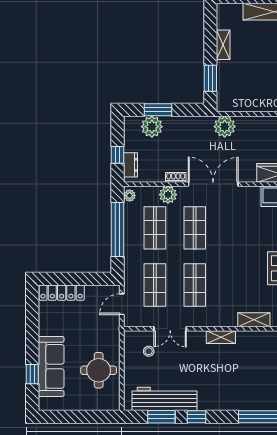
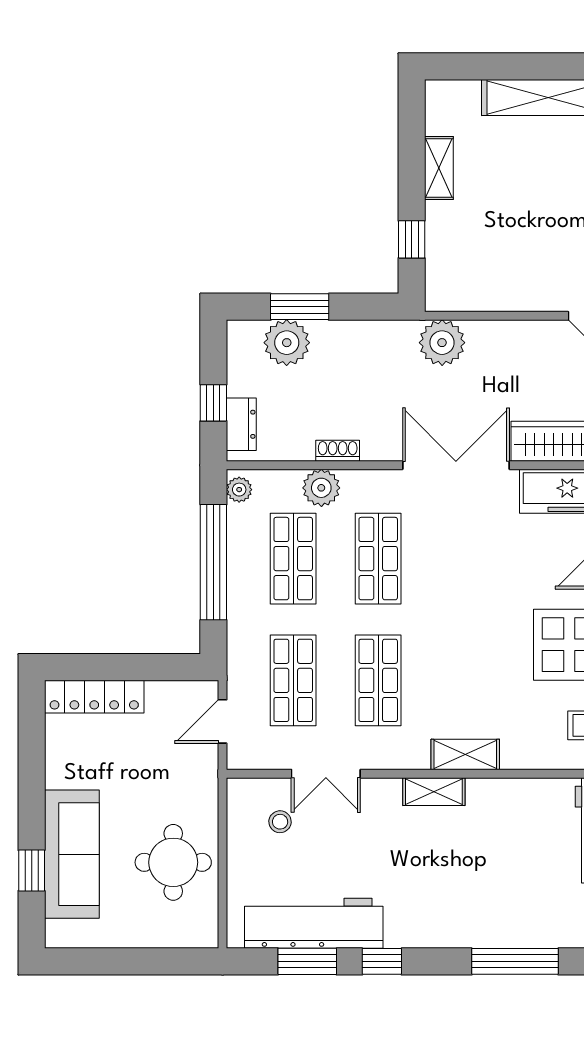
window: (210, 78) -> (412, 239), width x0.67
double door: (213, 184) -> (456, 465), moved
shelving: (254, 320) -> (465, 755), moved

